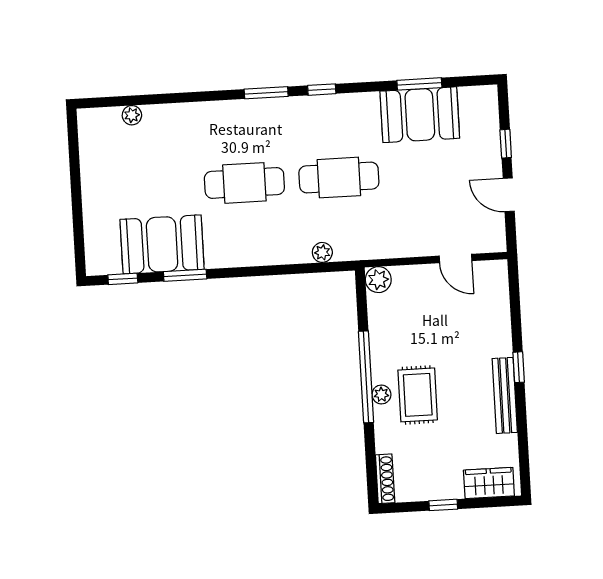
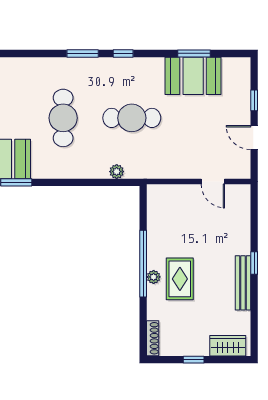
cafe table: (244, 183) -> (63, 118), turned 90
plant: (378, 280) -> (156, 194), removed

